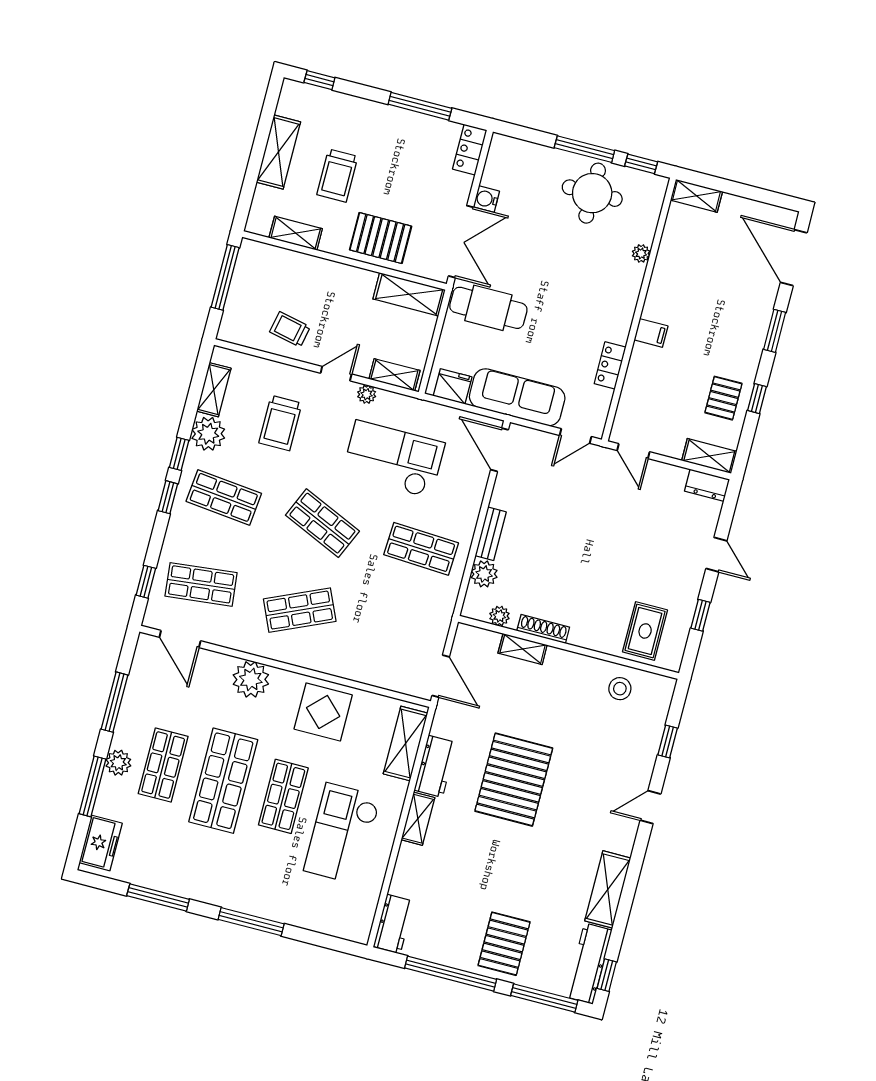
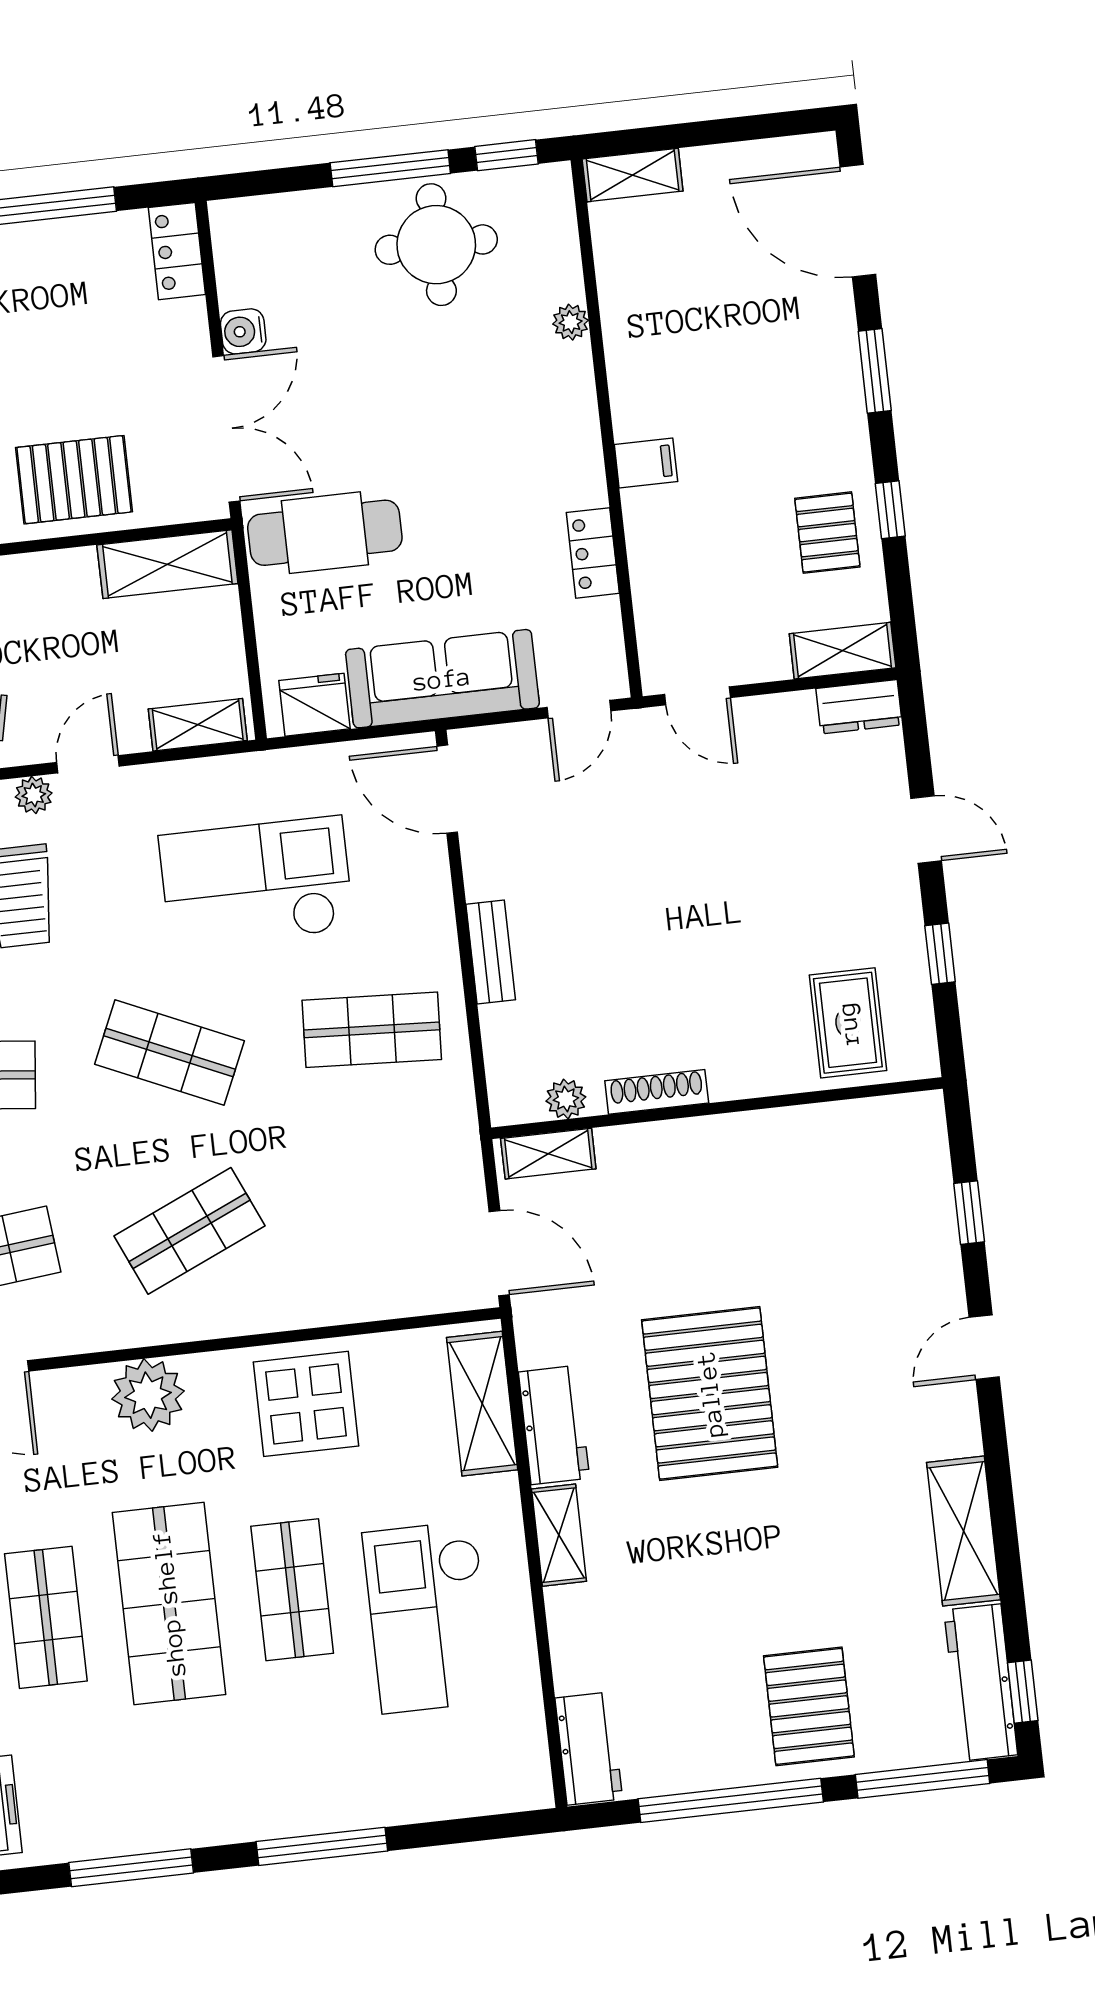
plant: (367, 394) -> (34, 795), moved
plant: (484, 574) -> (507, 1032), removed
shelving: (523, 649) -> (548, 1154), moved
stool: (620, 689) -> (842, 1148), removed

